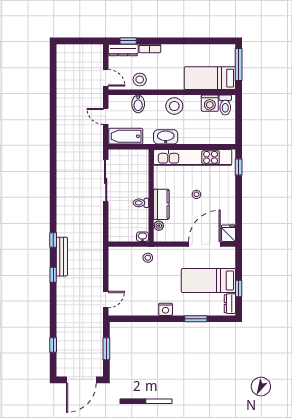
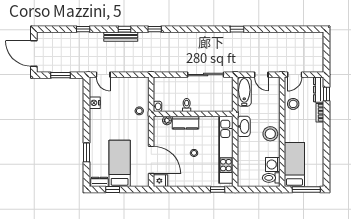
bidet: (138, 104) -> (272, 103), removed
door: (106, 116) -> (261, 75), swing flipped
window: (53, 145) -> (237, 29), added
bench: (62, 257) -> (121, 37), moved
nightstand: (166, 309) -> (95, 103), moved
window: (53, 345) -> (83, 29), moved

